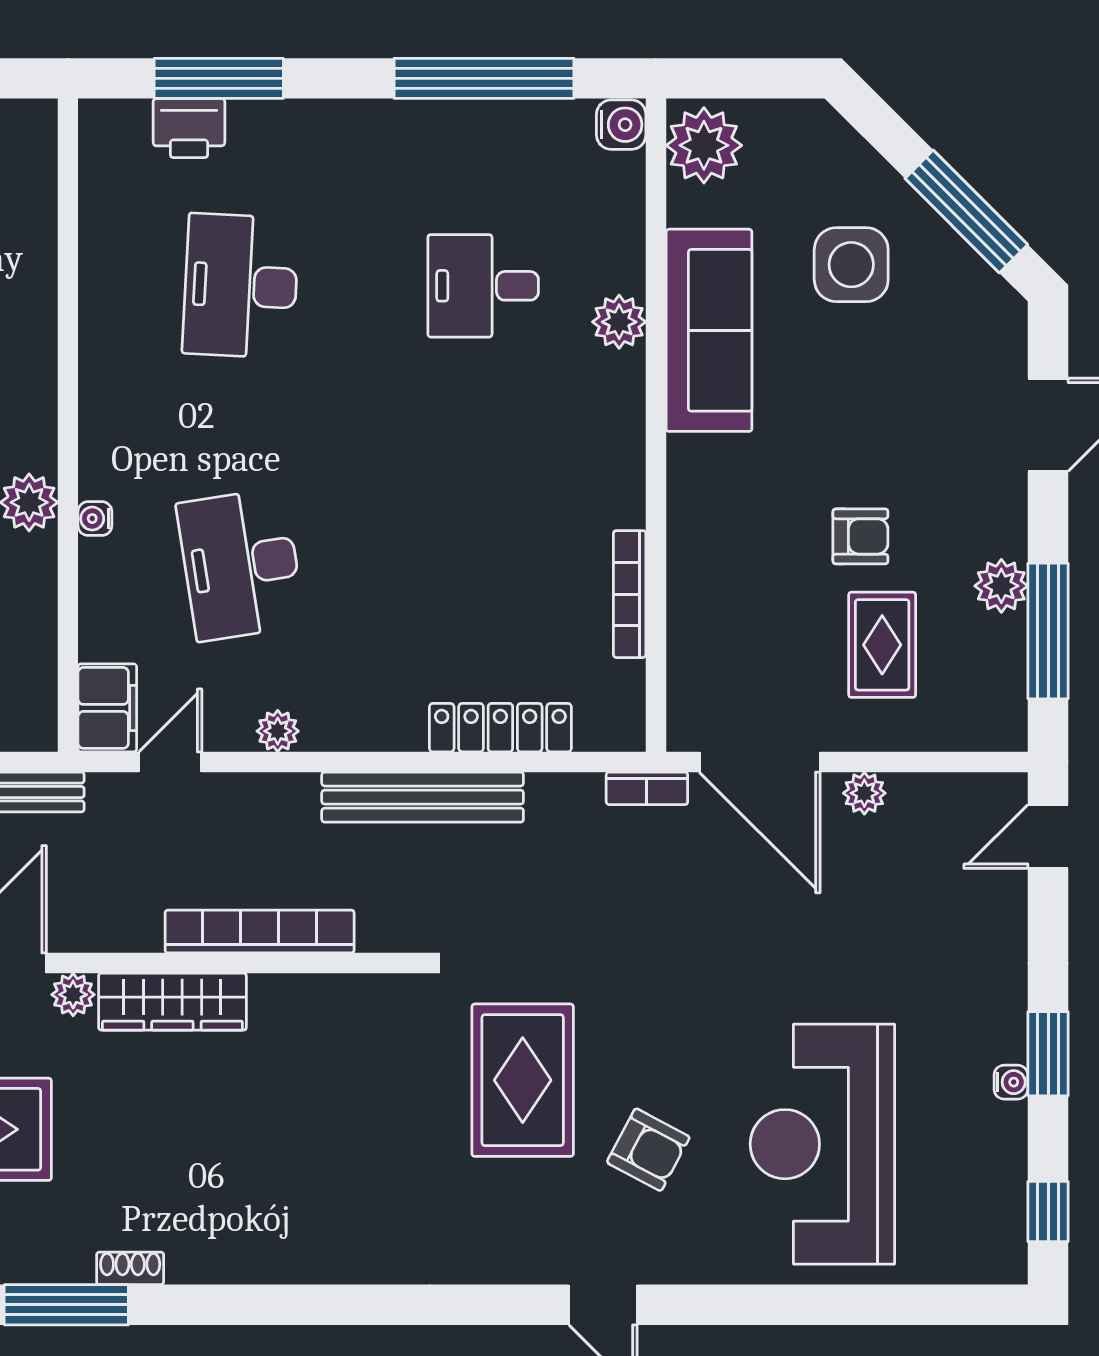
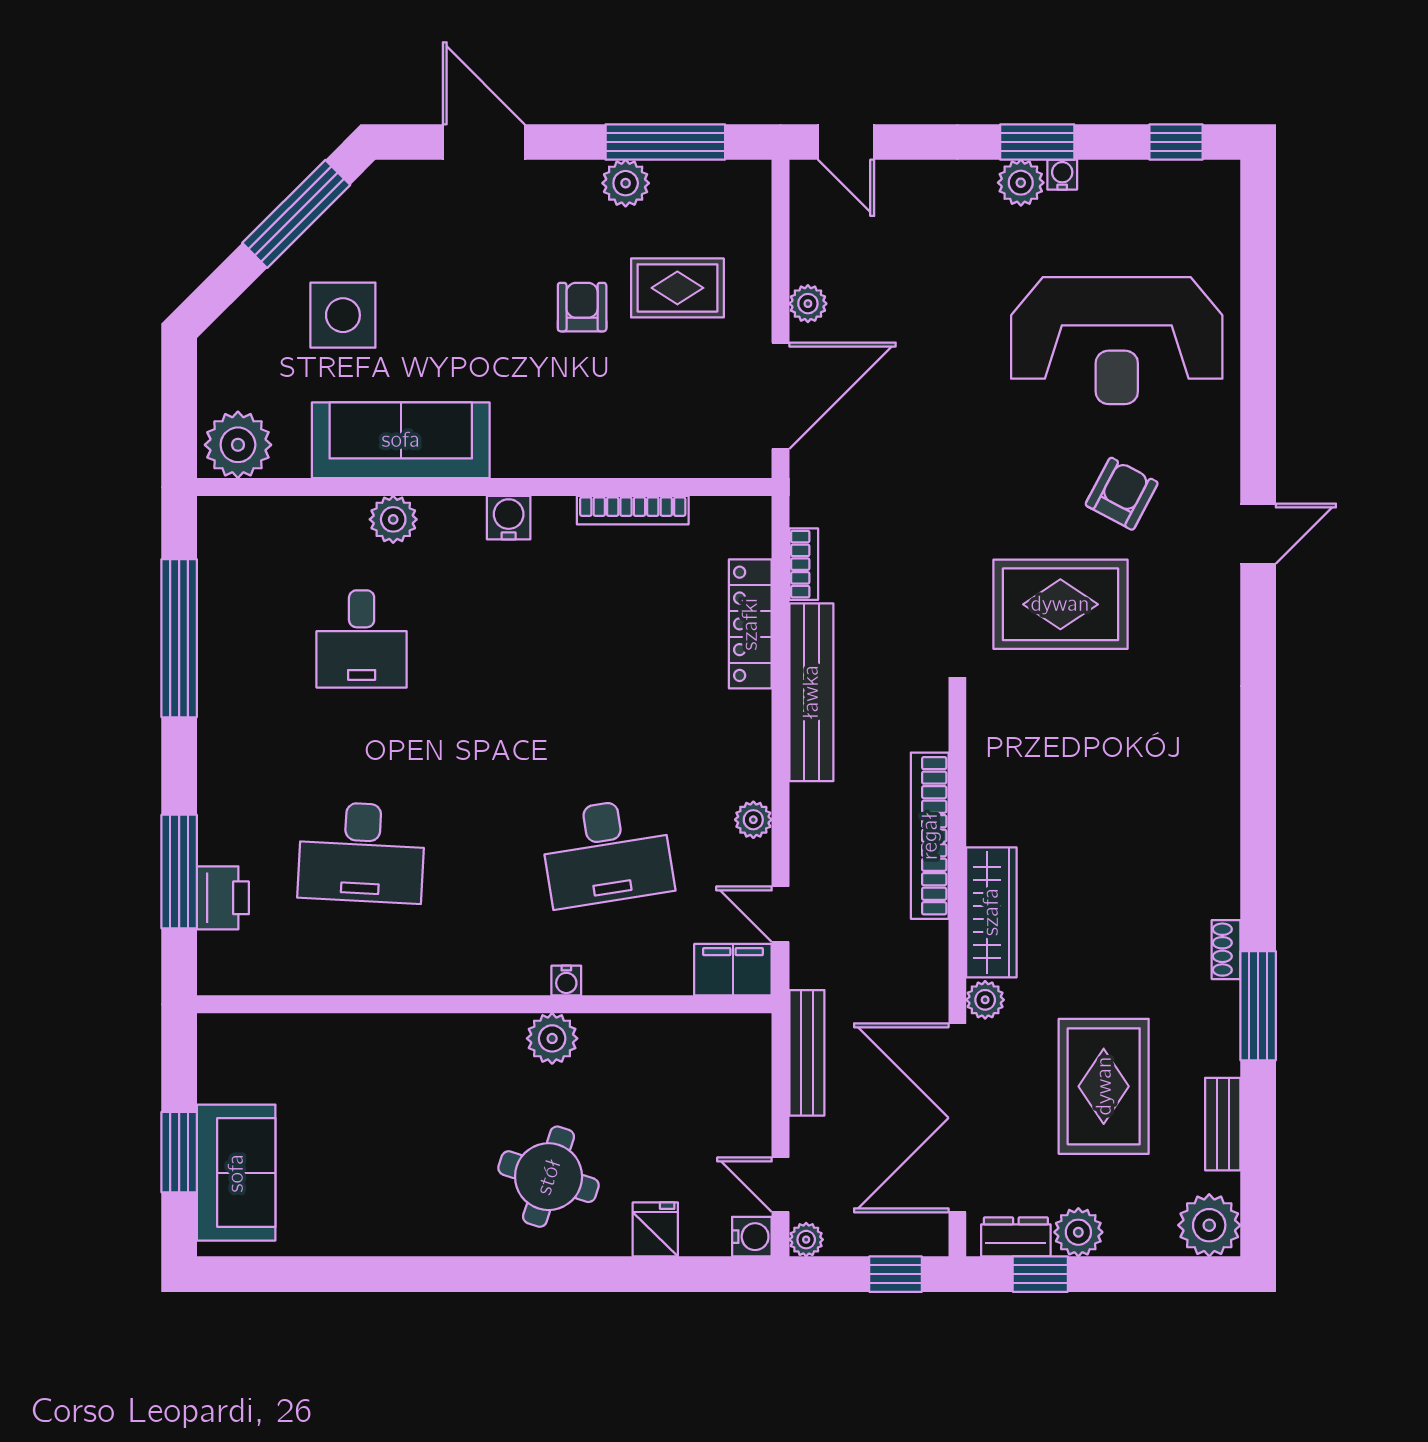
water cooler: (621, 125) -> (509, 518), moved
bookcase: (647, 788) -> (804, 564), moved
plant: (1002, 1035) -> (1021, 183), added

